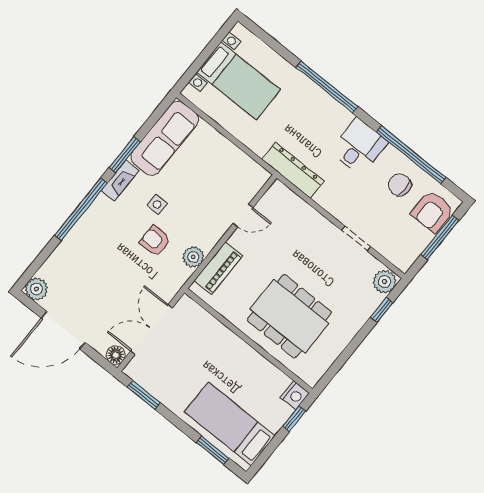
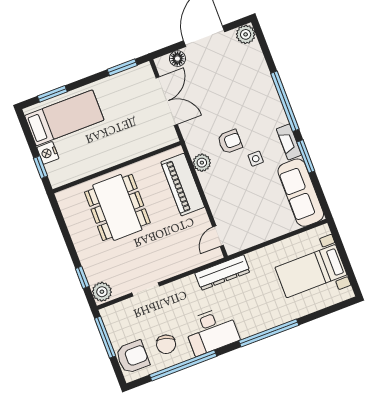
desk: (359, 147) -> (211, 331), width x1.37
chair: (400, 185) -> (166, 344), turned 107
armchair: (432, 211) -> (133, 357), turned 90
door: (243, 216) -> (218, 236), moved
window: (440, 237) -> (105, 337), moved
piano: (218, 268) -> (183, 185), width x1.37, depth x1.33
dining table: (289, 316) -> (117, 207), turned 90
floor lamp: (116, 355) -> (177, 59), moved
nightstand: (295, 395) -> (48, 153), moved

